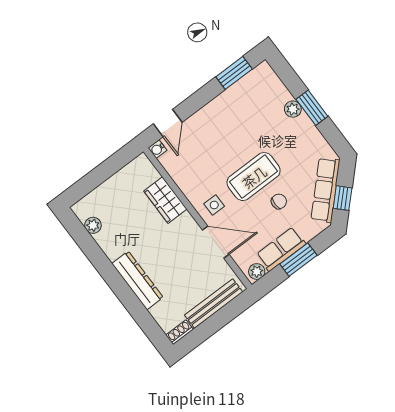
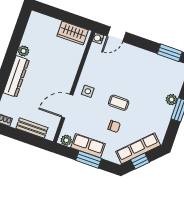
coffee table: (254, 177) -> (119, 103), width x0.54, depth x0.58
wardrobe: (165, 200) -> (73, 33), moved, turned -90
plant: (93, 225) -> (24, 51), moved
door: (216, 242) -> (67, 106), swing flipped
bench: (214, 304) -> (32, 128), width x0.73

